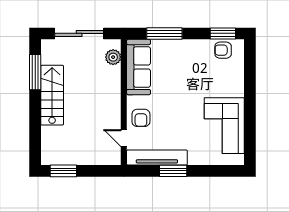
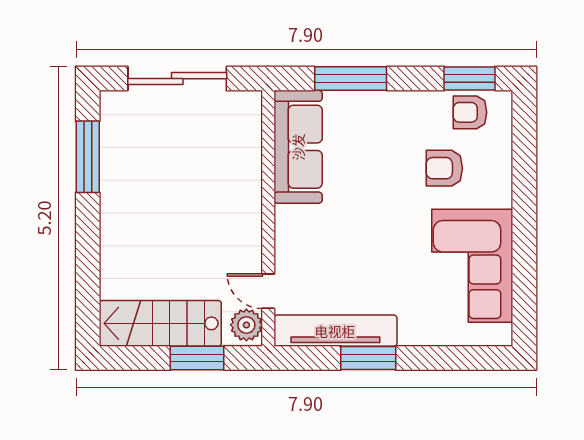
plant: (113, 57) -> (246, 325), moved
stairs: (52, 95) -> (160, 323), moved, turned -90
armchair: (141, 118) -> (444, 168), moved, turned 90
window: (63, 171) -> (197, 358), moved

